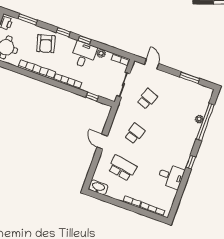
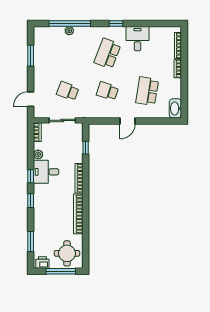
armchair: (46, 44) -> (49, 214), removed
school desk: (167, 145) -> (107, 54), added

